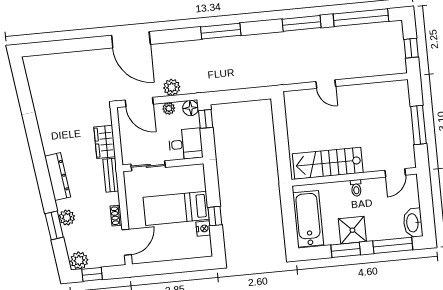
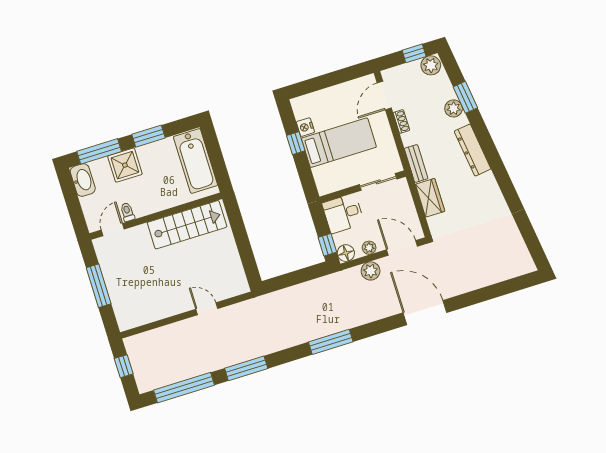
toilet: (356, 188) -> (127, 212), moved
shower: (352, 230) -> (125, 165), moved

